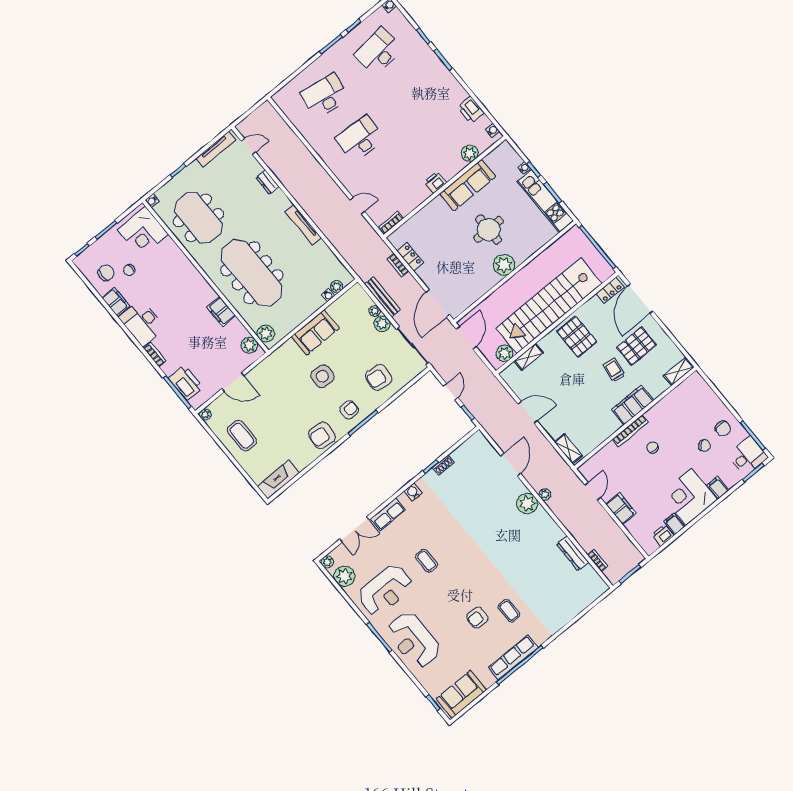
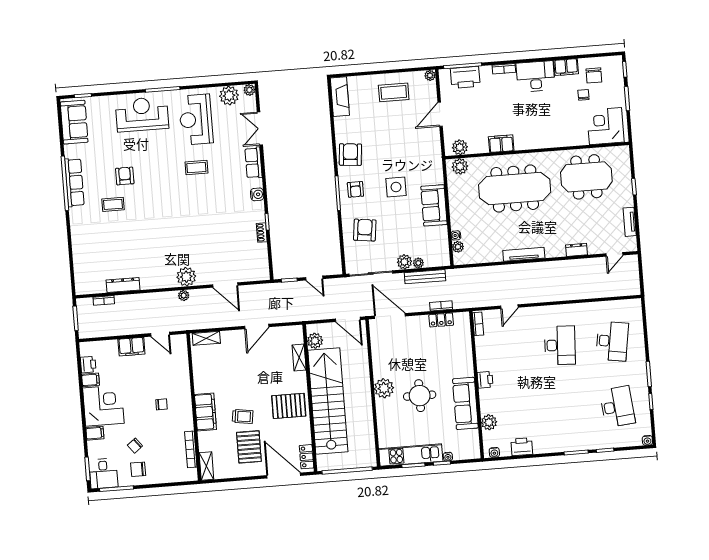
tv unit: (216, 149) -> (630, 222), width x0.71
water cooler: (152, 201) -> (625, 150), removed
bookcase: (630, 431) -> (191, 449), moved

